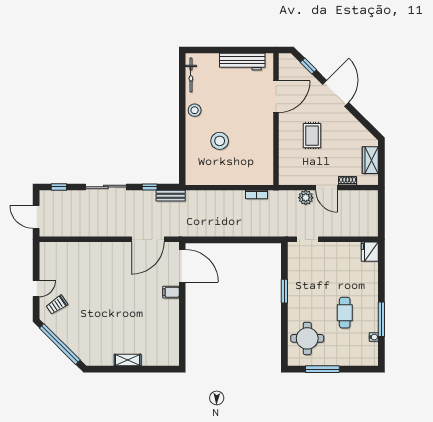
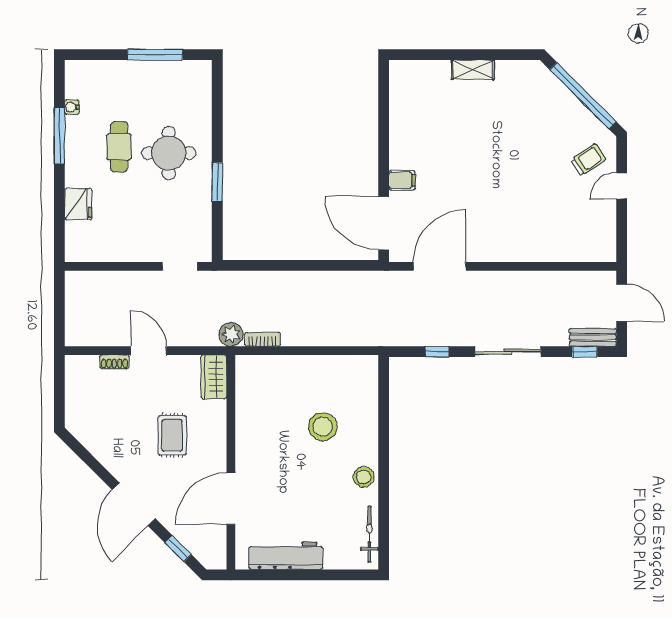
wardrobe: (370, 160) -> (214, 377), moved, turned 180
bench: (171, 196) -> (593, 337), moved
plant: (306, 198) -> (231, 334), moved
fridge: (370, 252) -> (78, 204), moved
round table: (307, 338) -> (169, 153), moved

